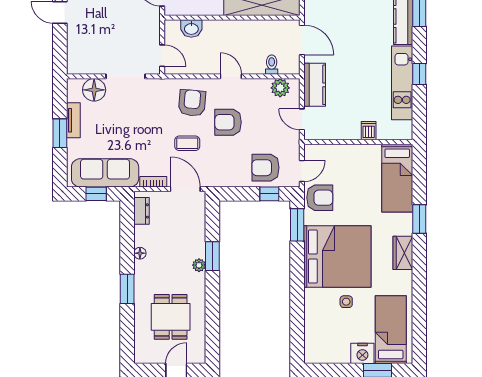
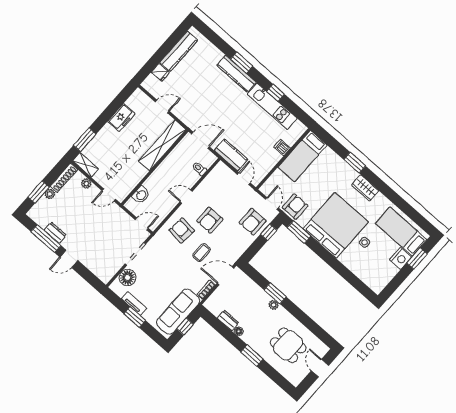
plant: (280, 88) -> (216, 175), removed
door: (302, 119) -> (244, 179), swing flipped
bed: (397, 178) -> (302, 156), moved, turned 90
dresser: (141, 211) -> (228, 320), moved

